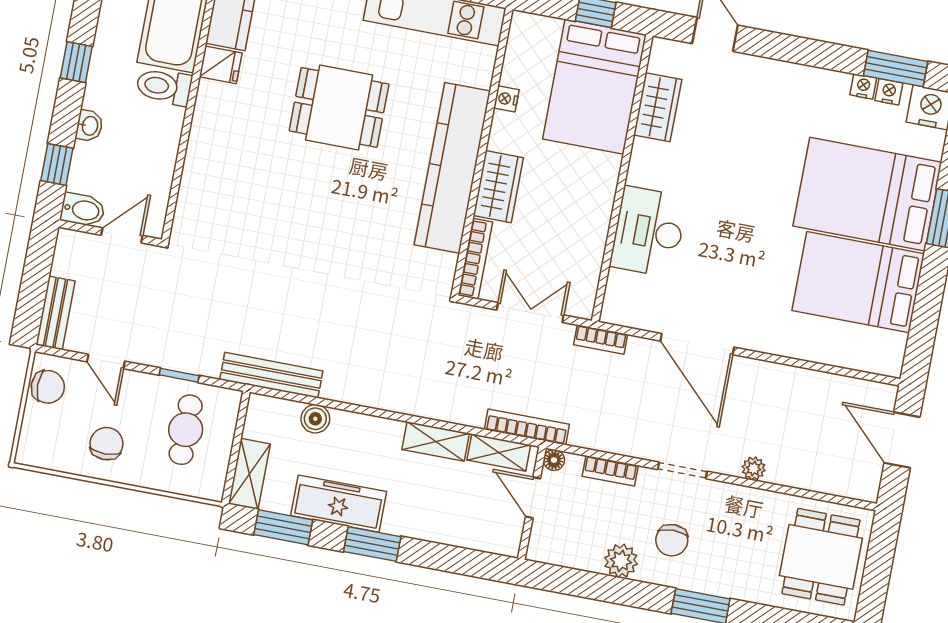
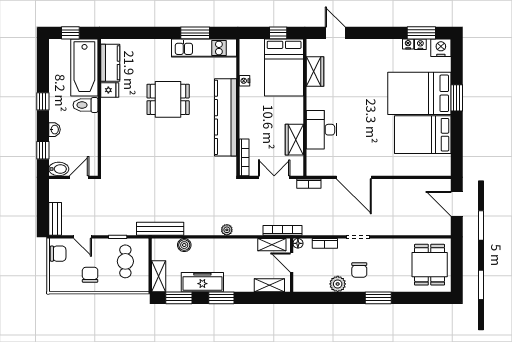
wardrobe: (498, 187) -> (294, 140), moved, turned 180
shelving: (436, 441) -> (269, 285), moved
plant: (754, 469) -> (227, 230), moved

